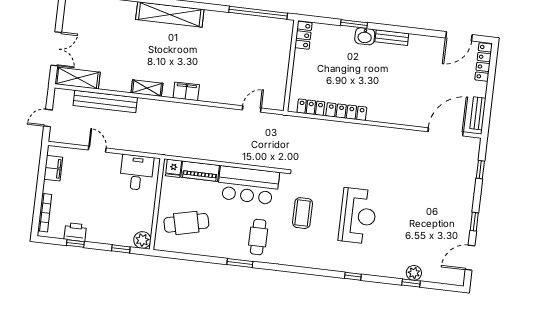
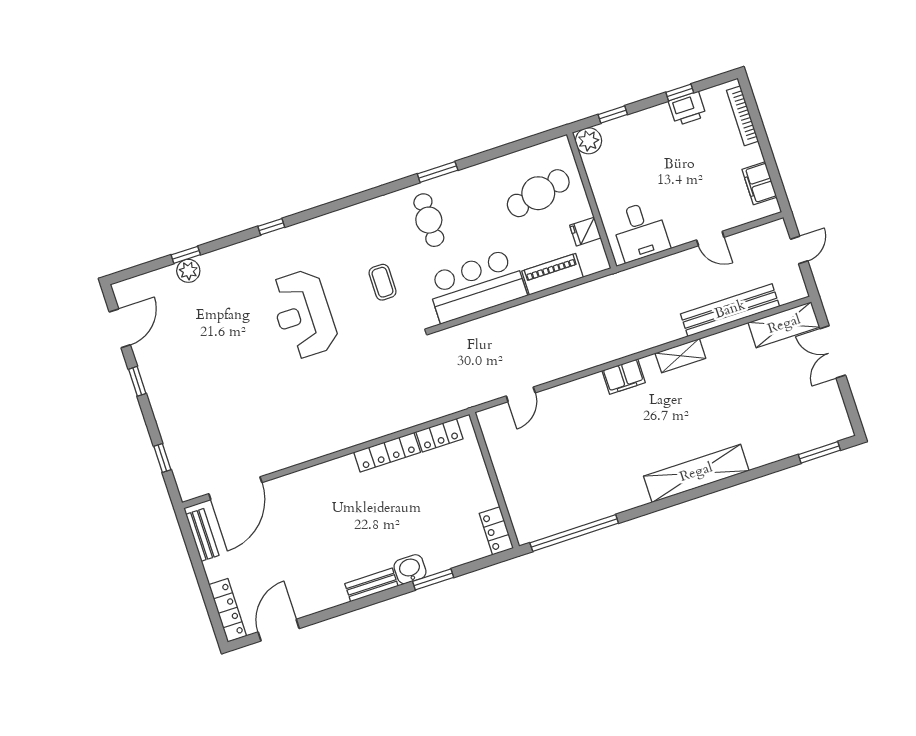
fridge: (174, 168) -> (585, 232), moved, turned -90
coffee table: (303, 213) -> (382, 282), width x0.73, depth x0.77

